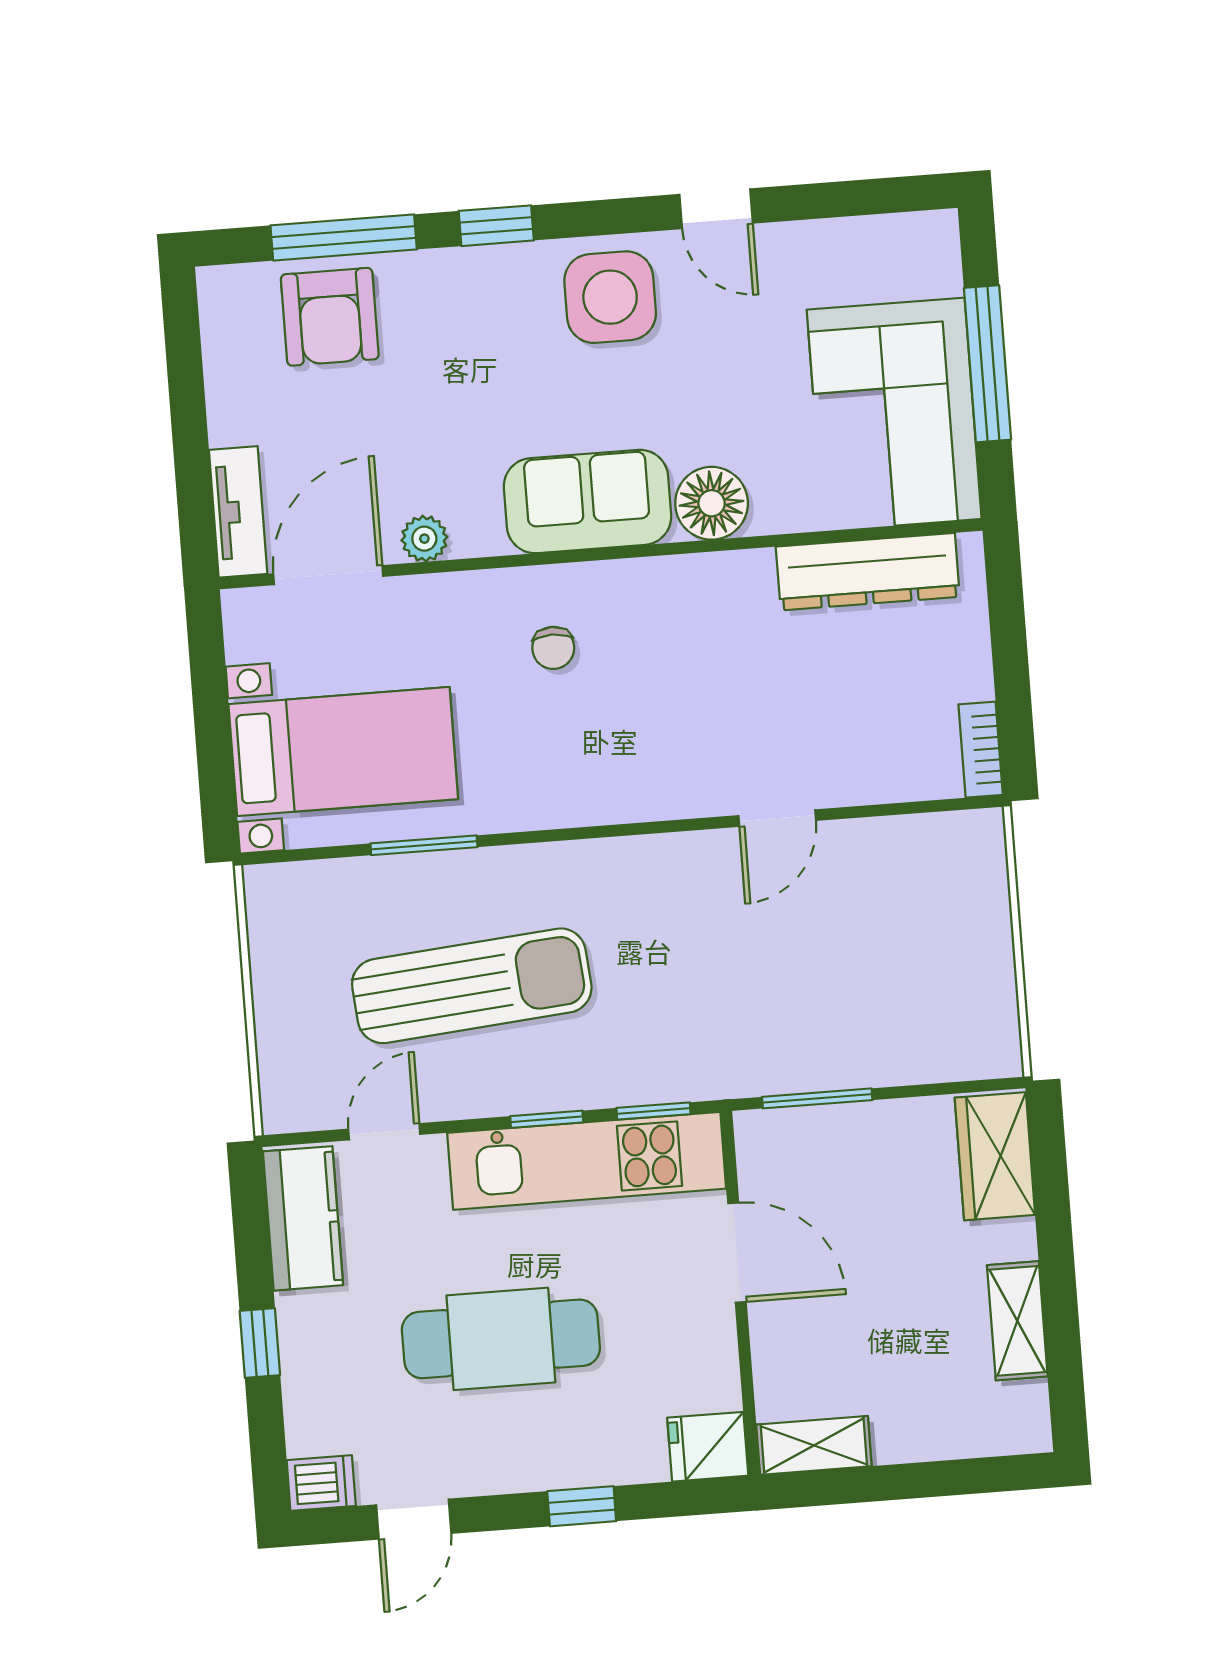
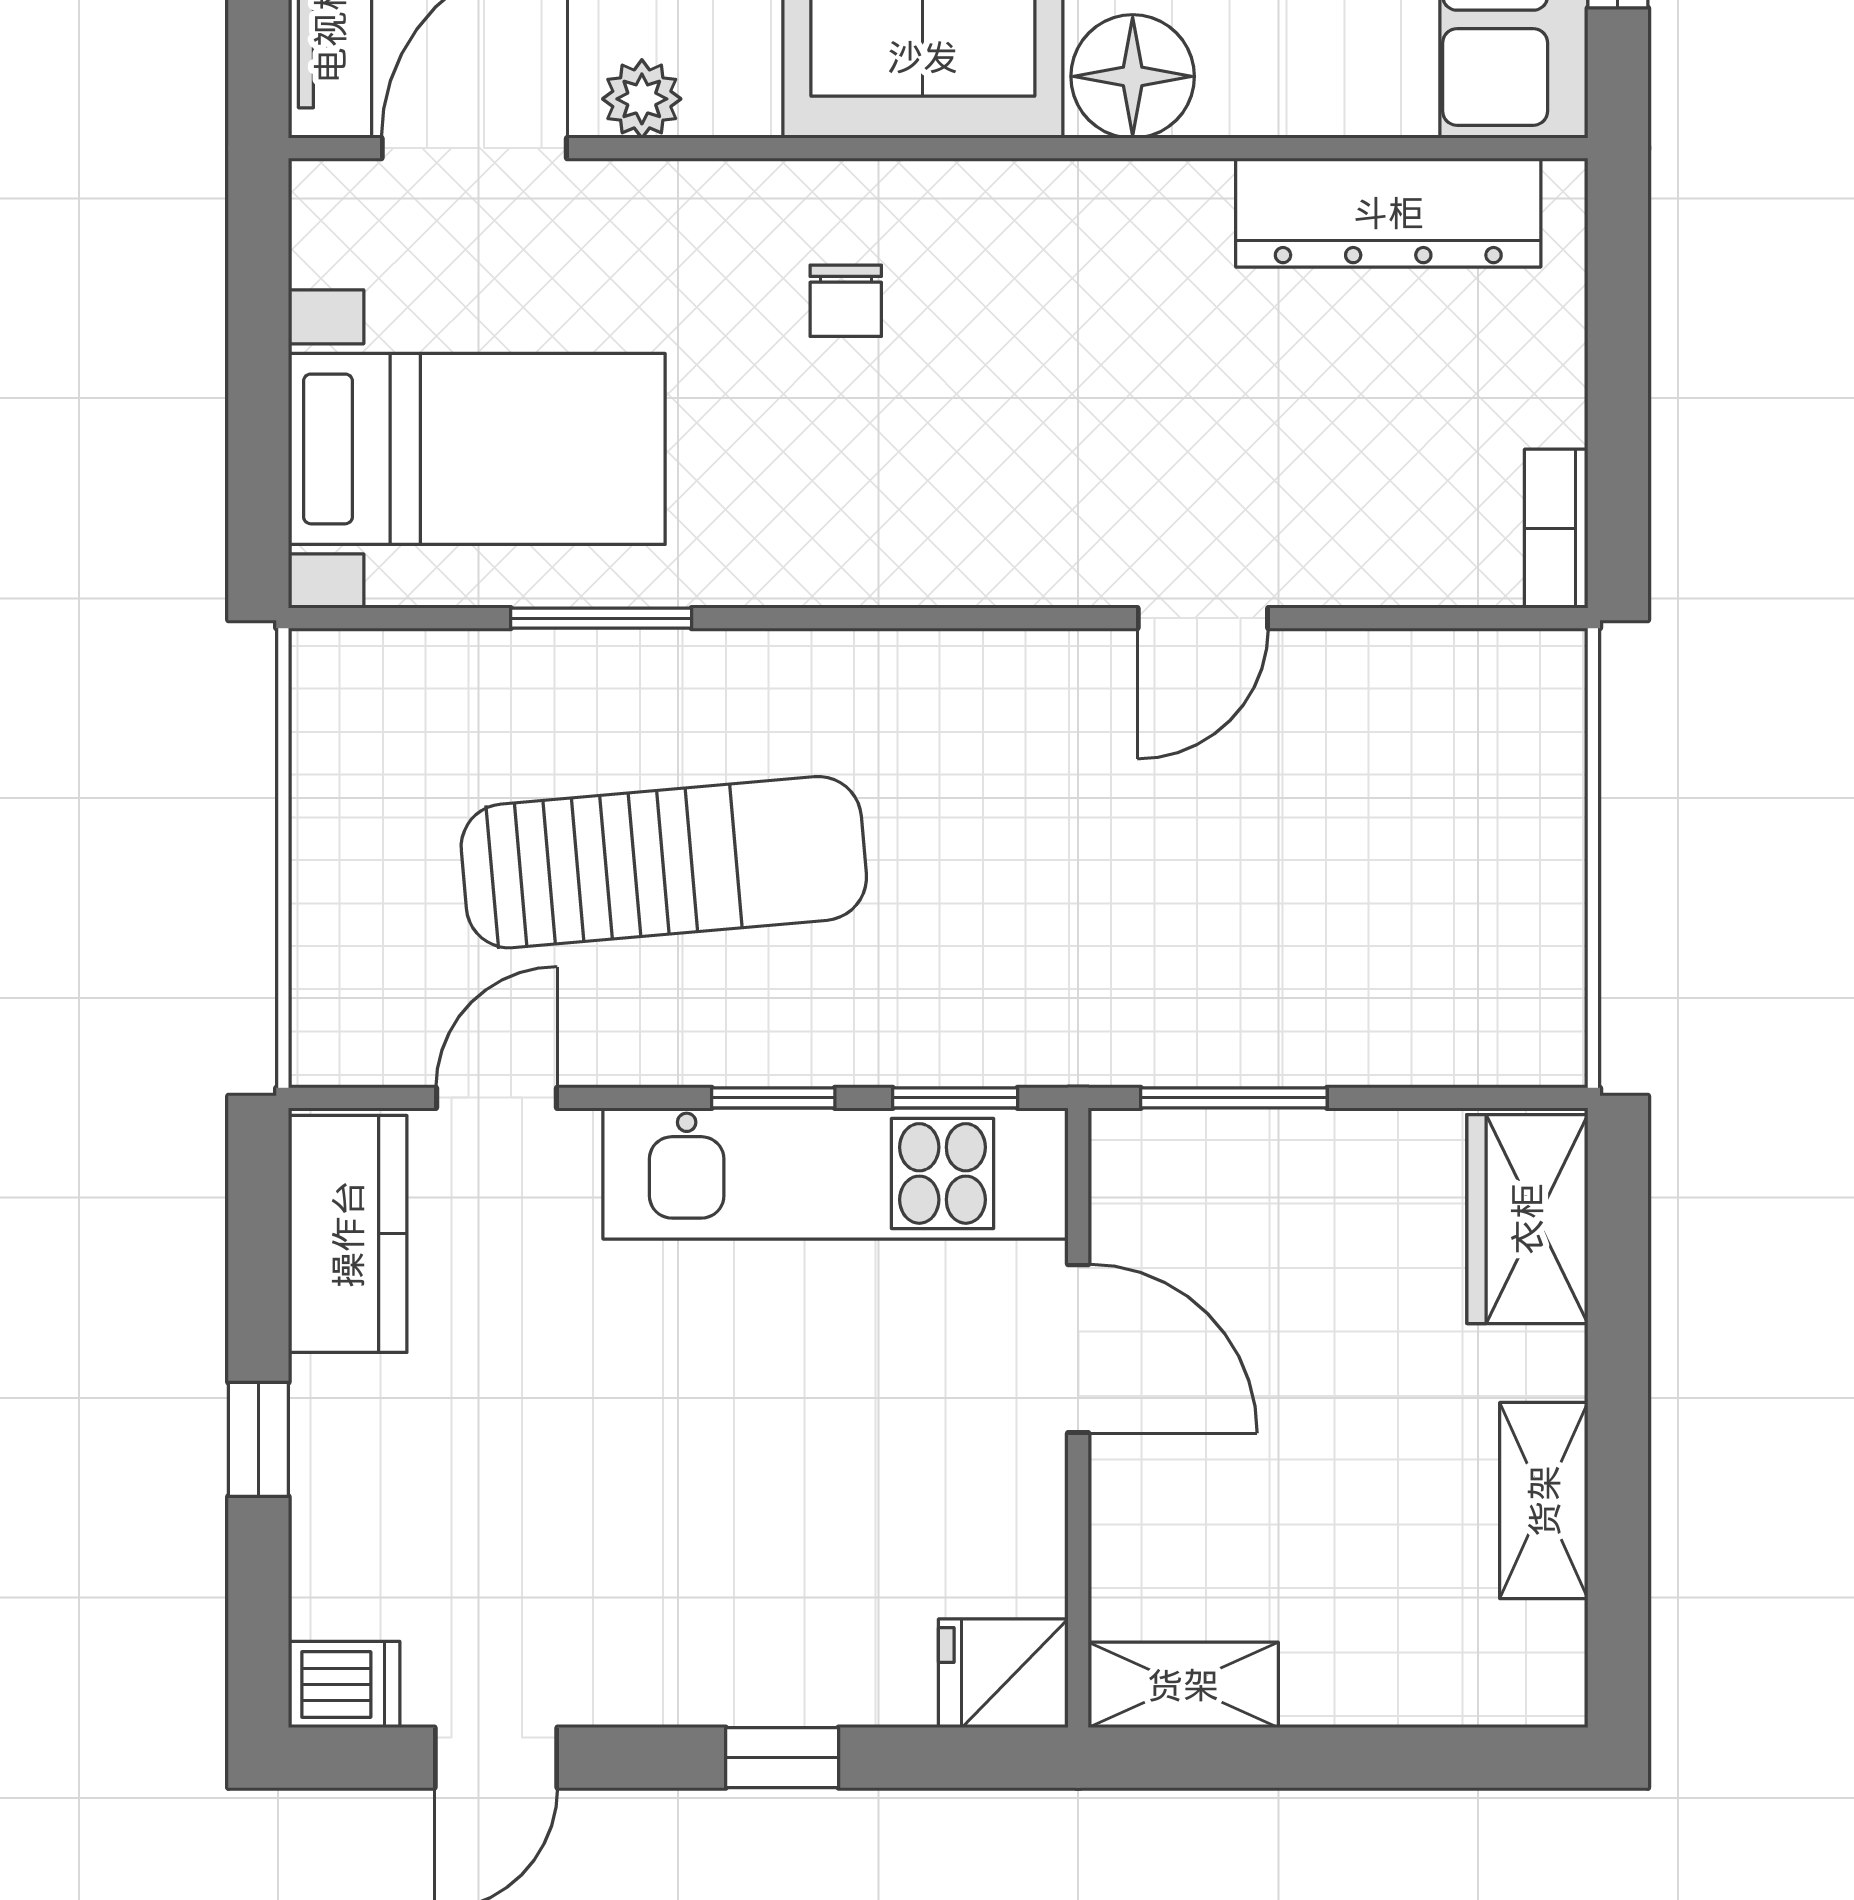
cafe table: (501, 1339) -> (667, 1464), removed

